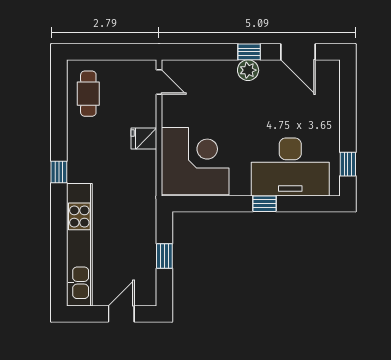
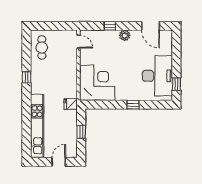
window: (249, 52) -> (110, 26), moved
fridge: (144, 139) -> (71, 104), moved
desk: (290, 167) -> (157, 76), moved, turned -90
window: (59, 172) -> (27, 77), moved

